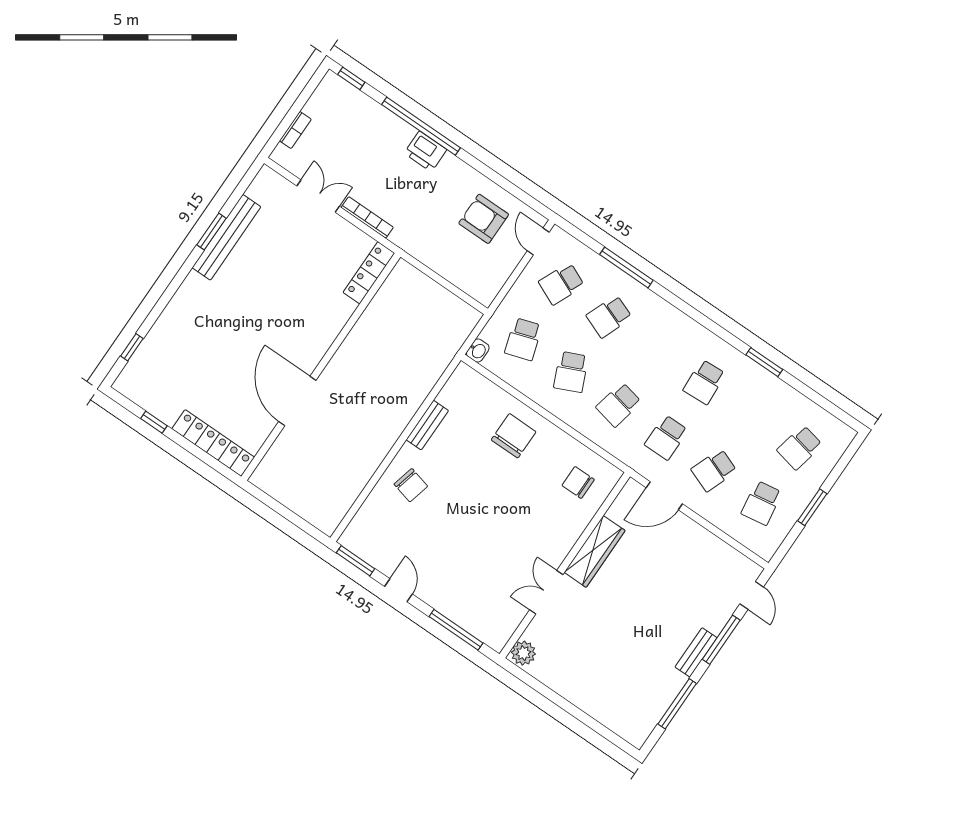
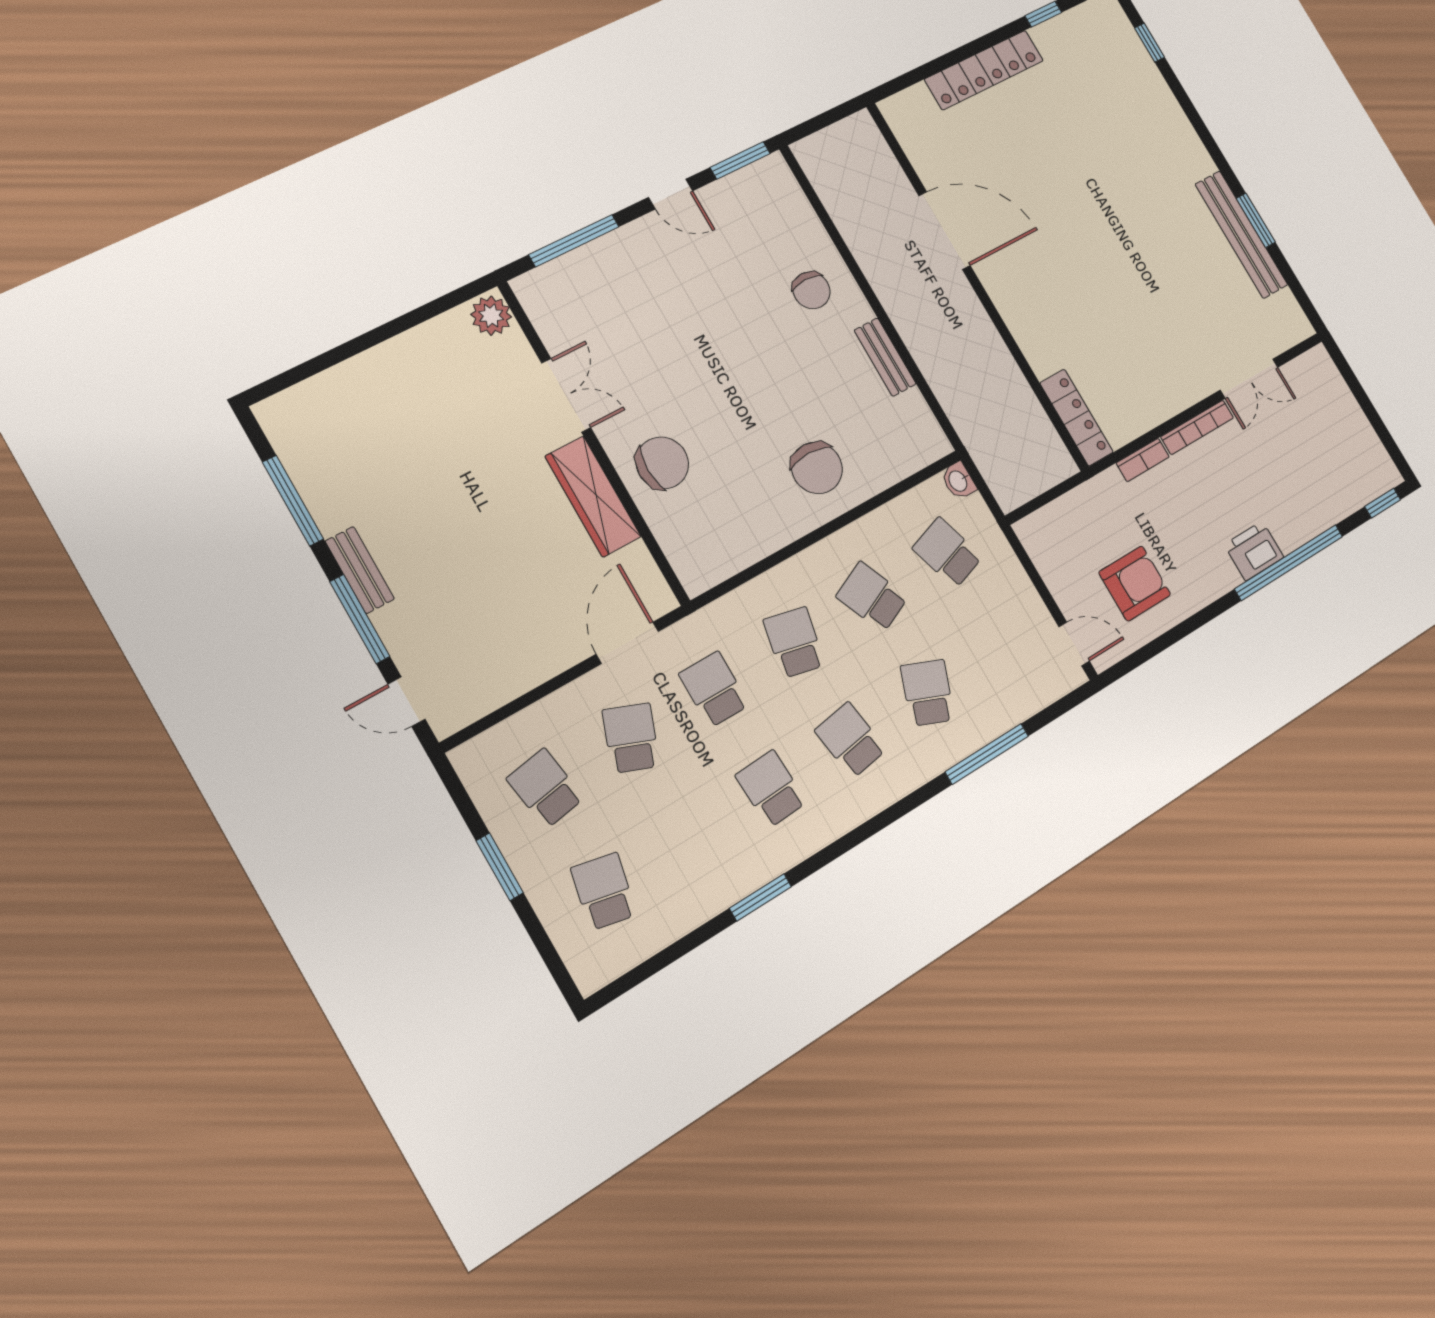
bookcase: (295, 130) -> (1143, 460), moved, turned -90
locker: (369, 273) -> (1077, 418), moved
school desk: (561, 284) -> (851, 740), moved, turned -33
wall: (321, 367) -> (977, 286), moved
door: (297, 401) -> (945, 231), moved
chair: (578, 482) -> (662, 463), moved, width x1.37, depth x1.37
chair: (411, 485) -> (811, 290), turned -104

